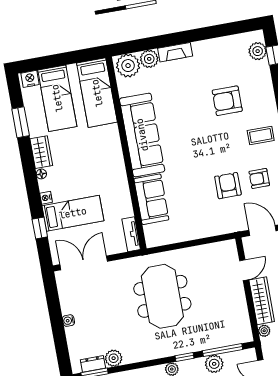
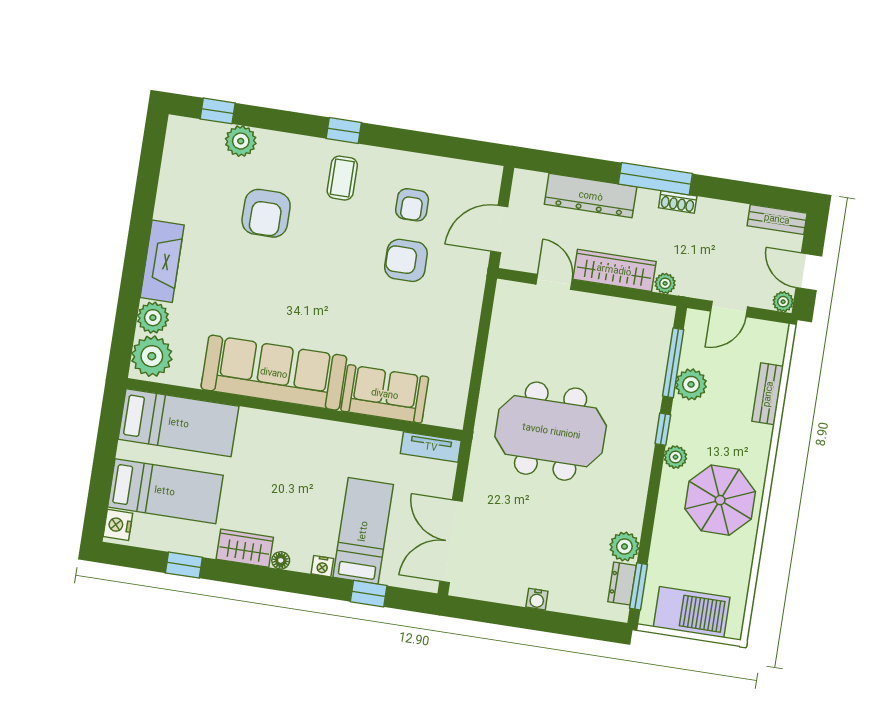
plant: (258, 51) -> (241, 141), moved
fireplace: (175, 52) -> (162, 261), width x1.37, depth x1.32
window: (21, 122) -> (184, 565), width x0.67

